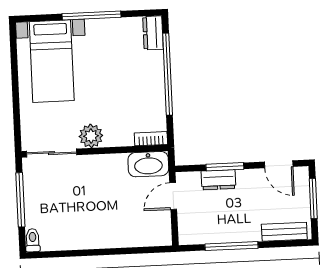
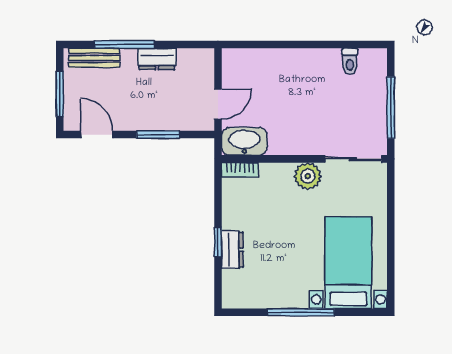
dresser: (153, 33) -> (232, 250), moved
window: (168, 74) -> (218, 242), width x0.32
dresser: (219, 180) -> (157, 59), moved, turned 180
toilet: (33, 240) -> (350, 61), moved
window: (232, 246) -> (125, 44), moved

